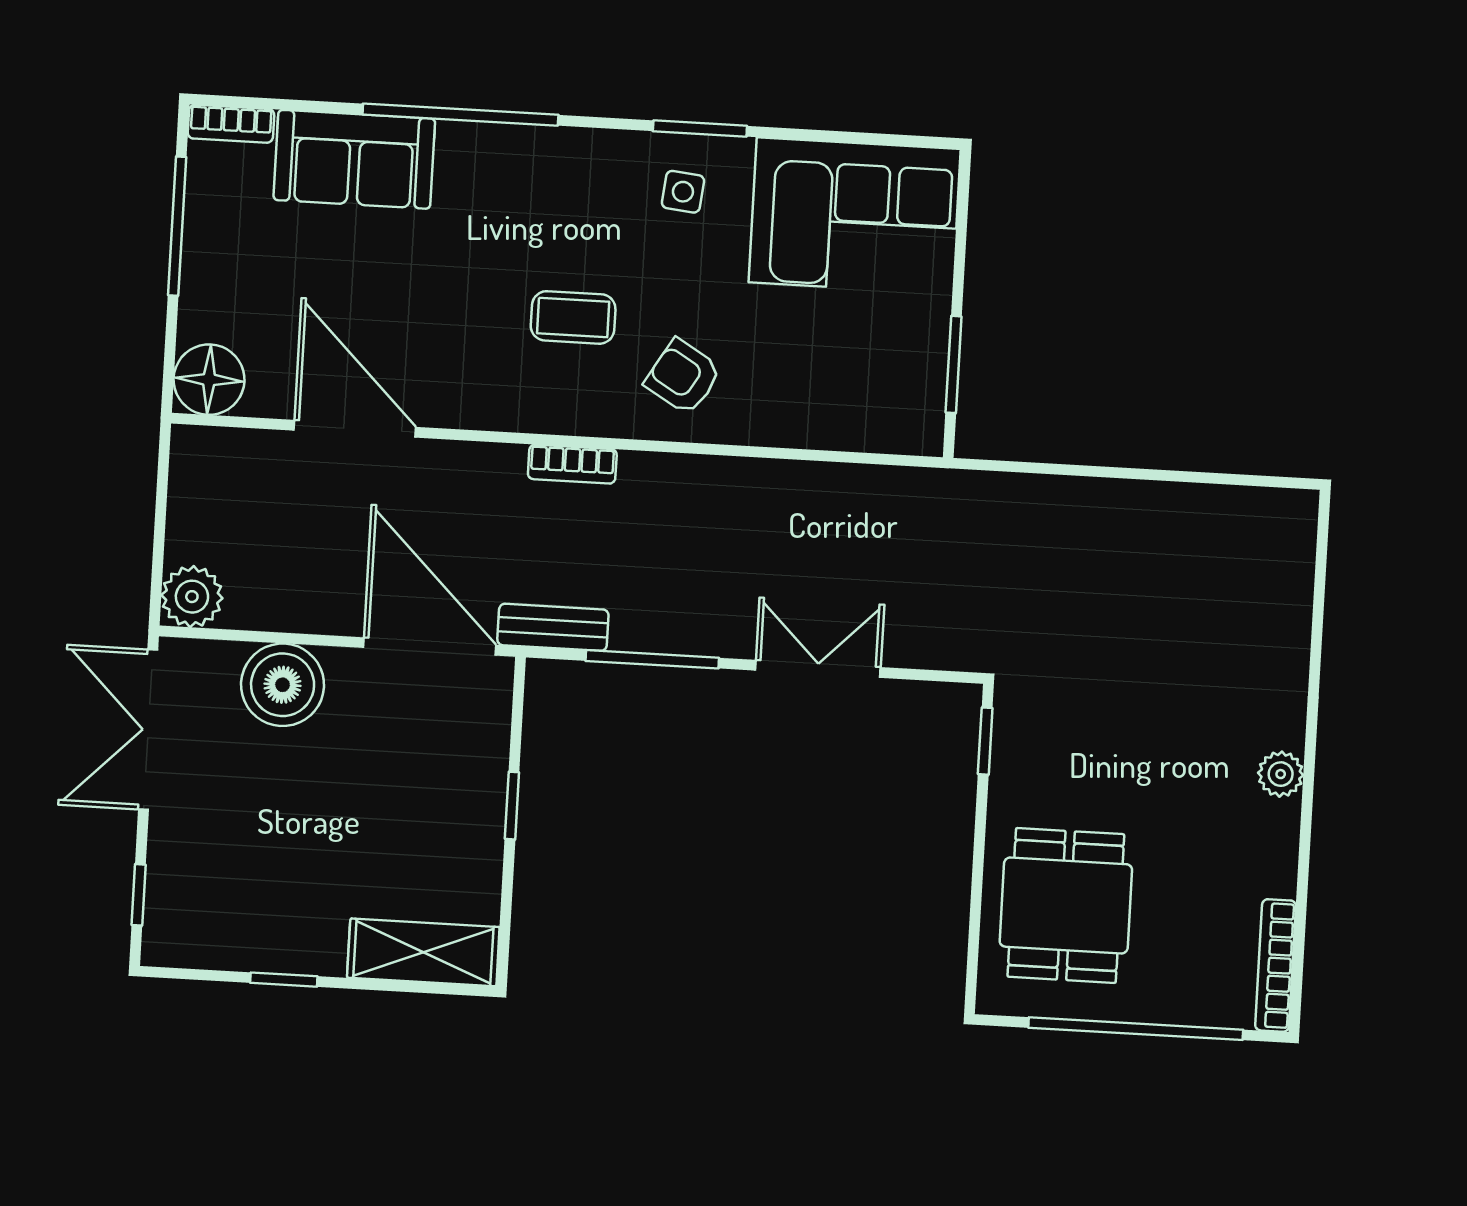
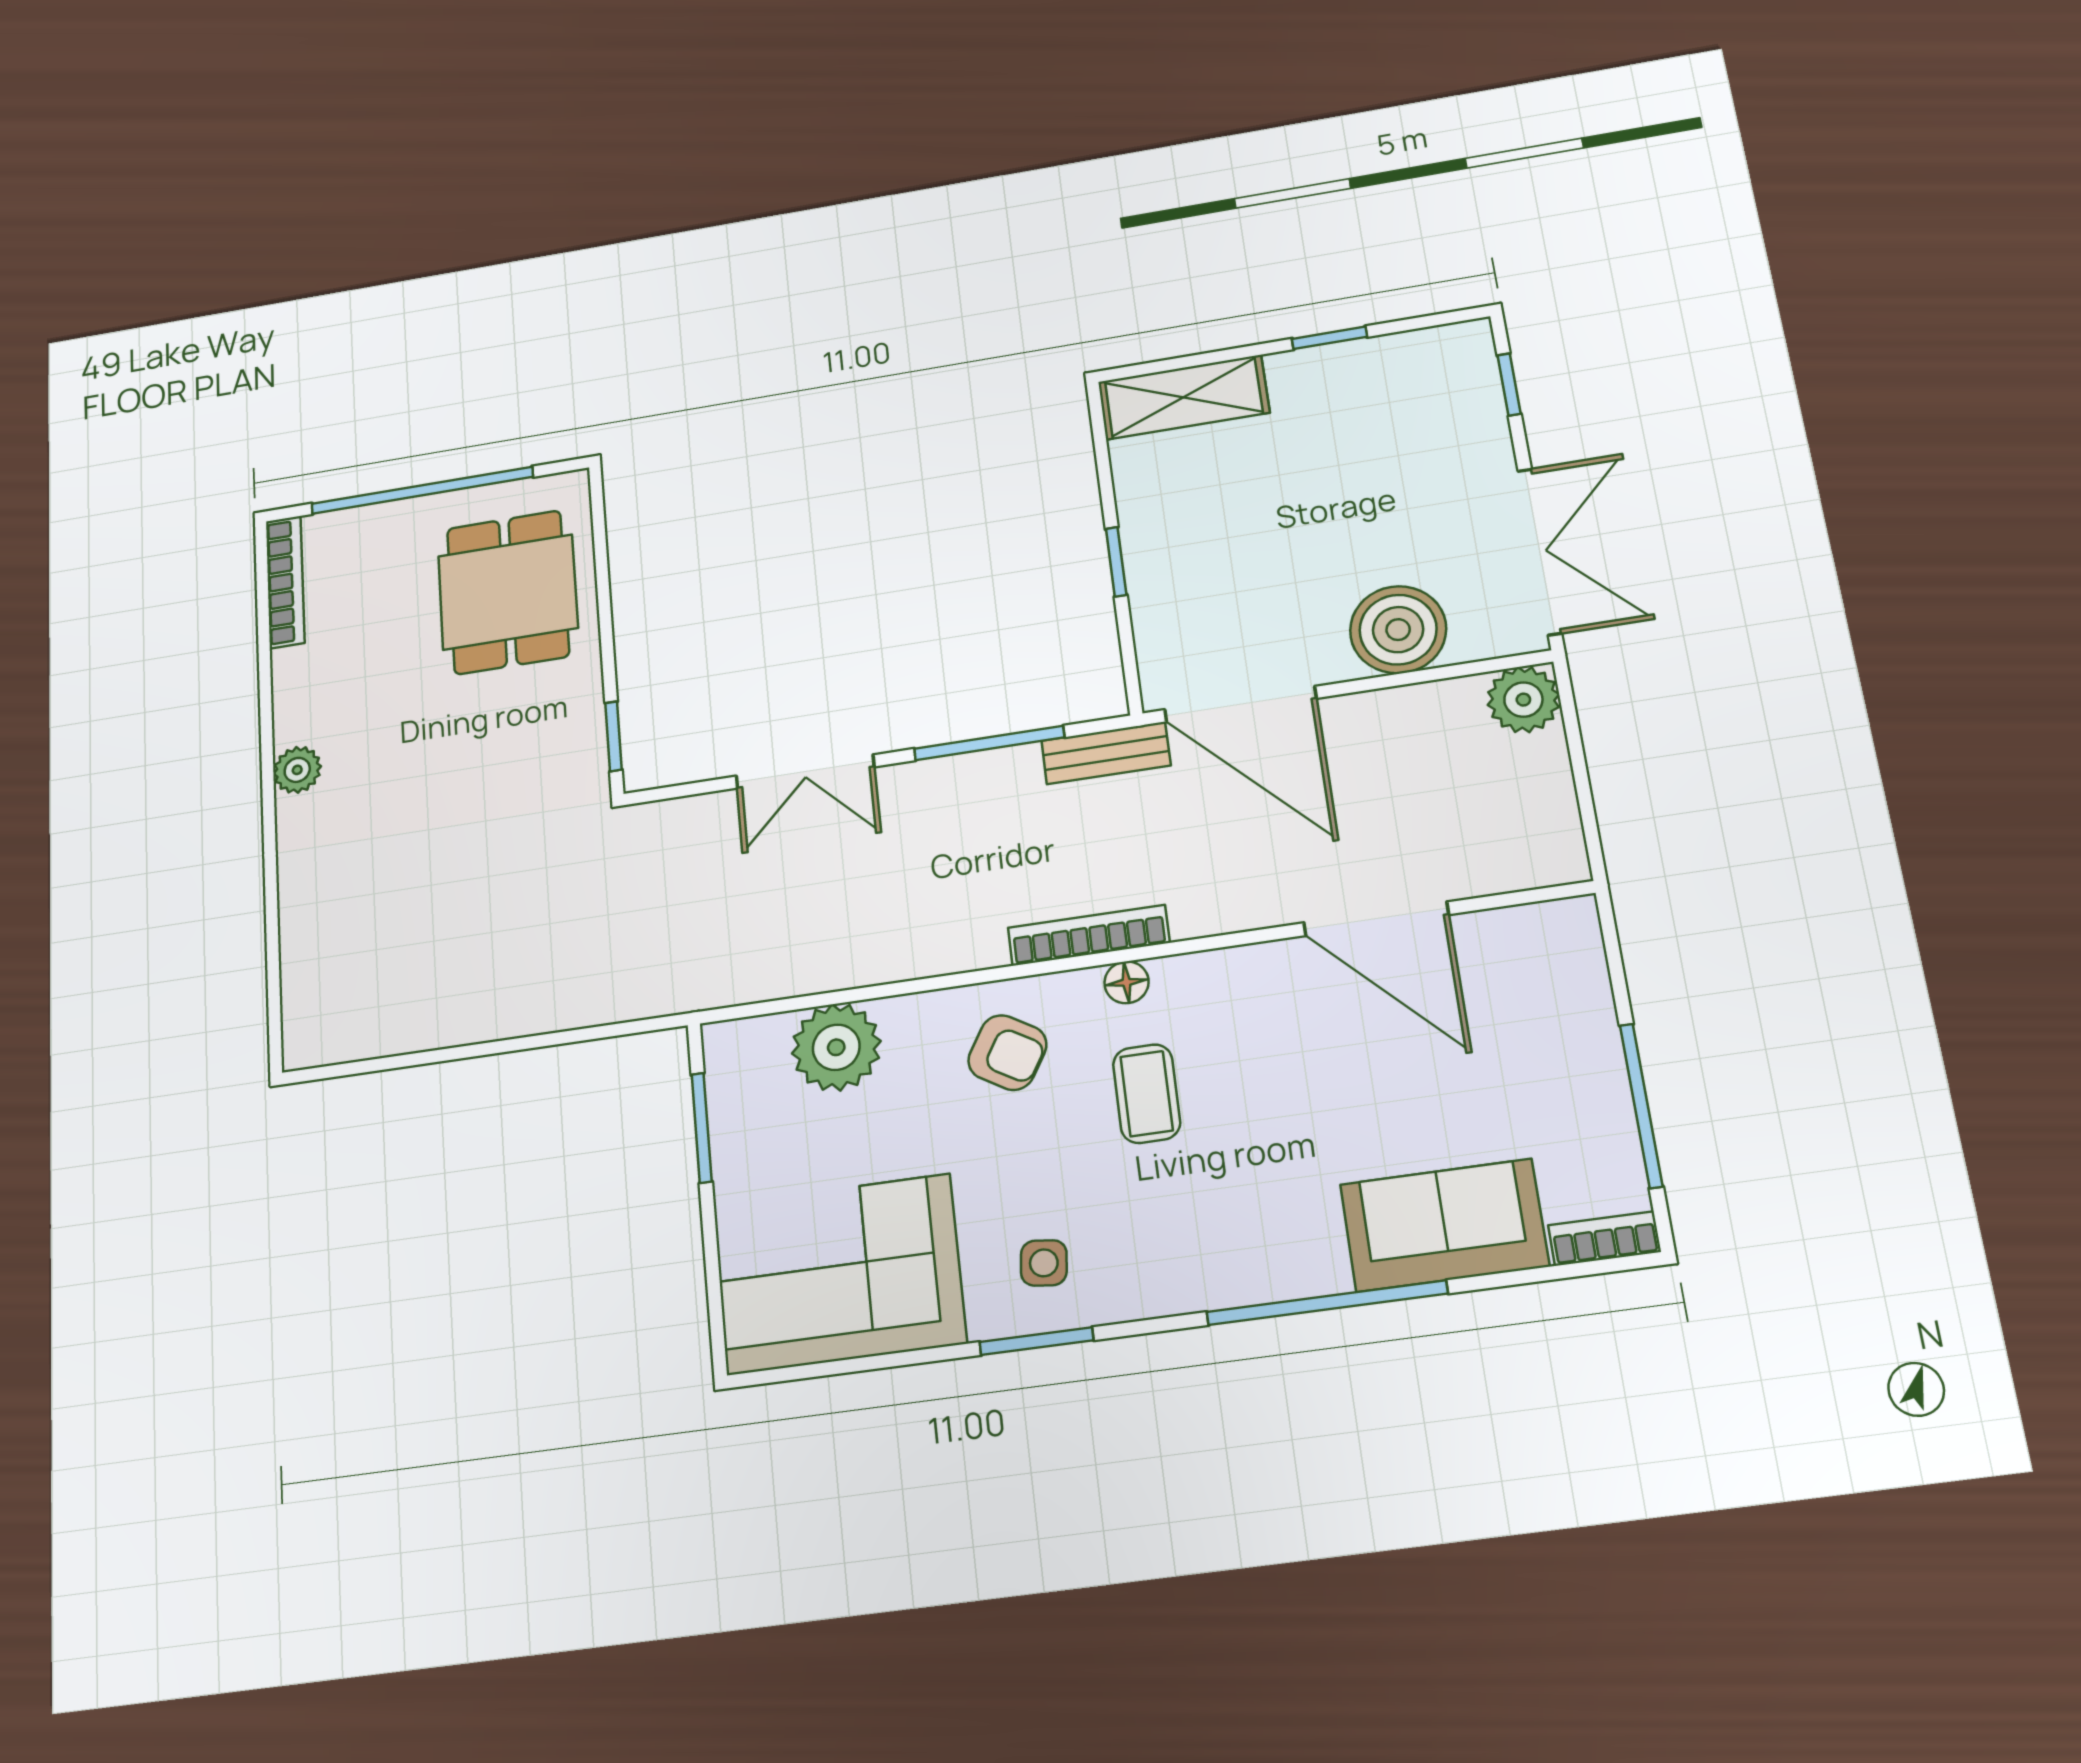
coffee table: (573, 317) -> (1147, 1094), turned 90
floor lamp: (209, 380) -> (1127, 982), moved, width x0.53, depth x0.53
plant: (828, 412) -> (836, 1047), added
bookcase: (572, 464) -> (1089, 935), width x1.56

